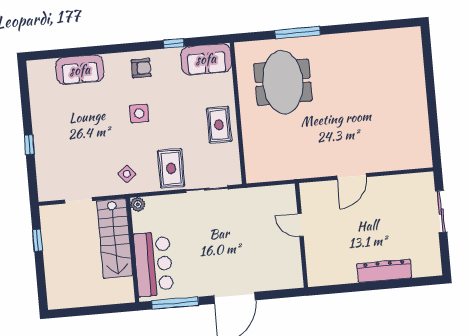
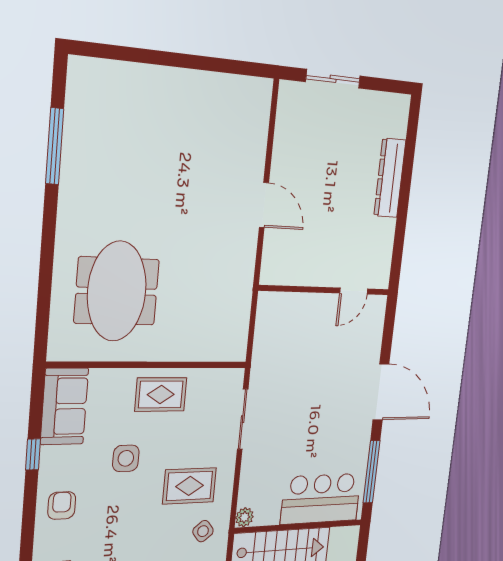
window: (298, 33) -> (55, 146), moved
meeting table: (283, 82) -> (117, 291), turned 90
side table: (139, 113) -> (126, 458), moved
rug: (171, 168) -> (190, 486), moved
door: (301, 225) -> (354, 291), moved

